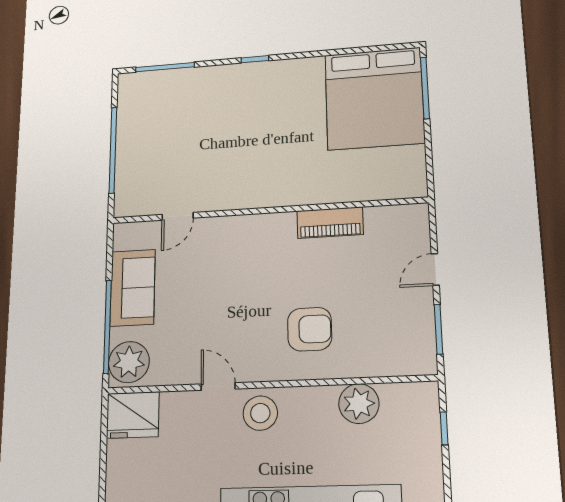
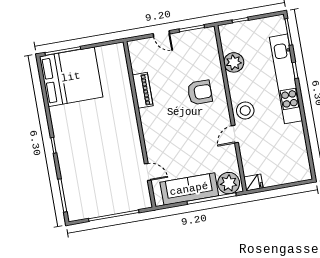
sofa: (133, 288) -> (189, 189), width x1.36
armchair: (310, 329) -> (200, 92), turned 90
fridge: (133, 415) -> (253, 182), width x0.53, depth x0.75

